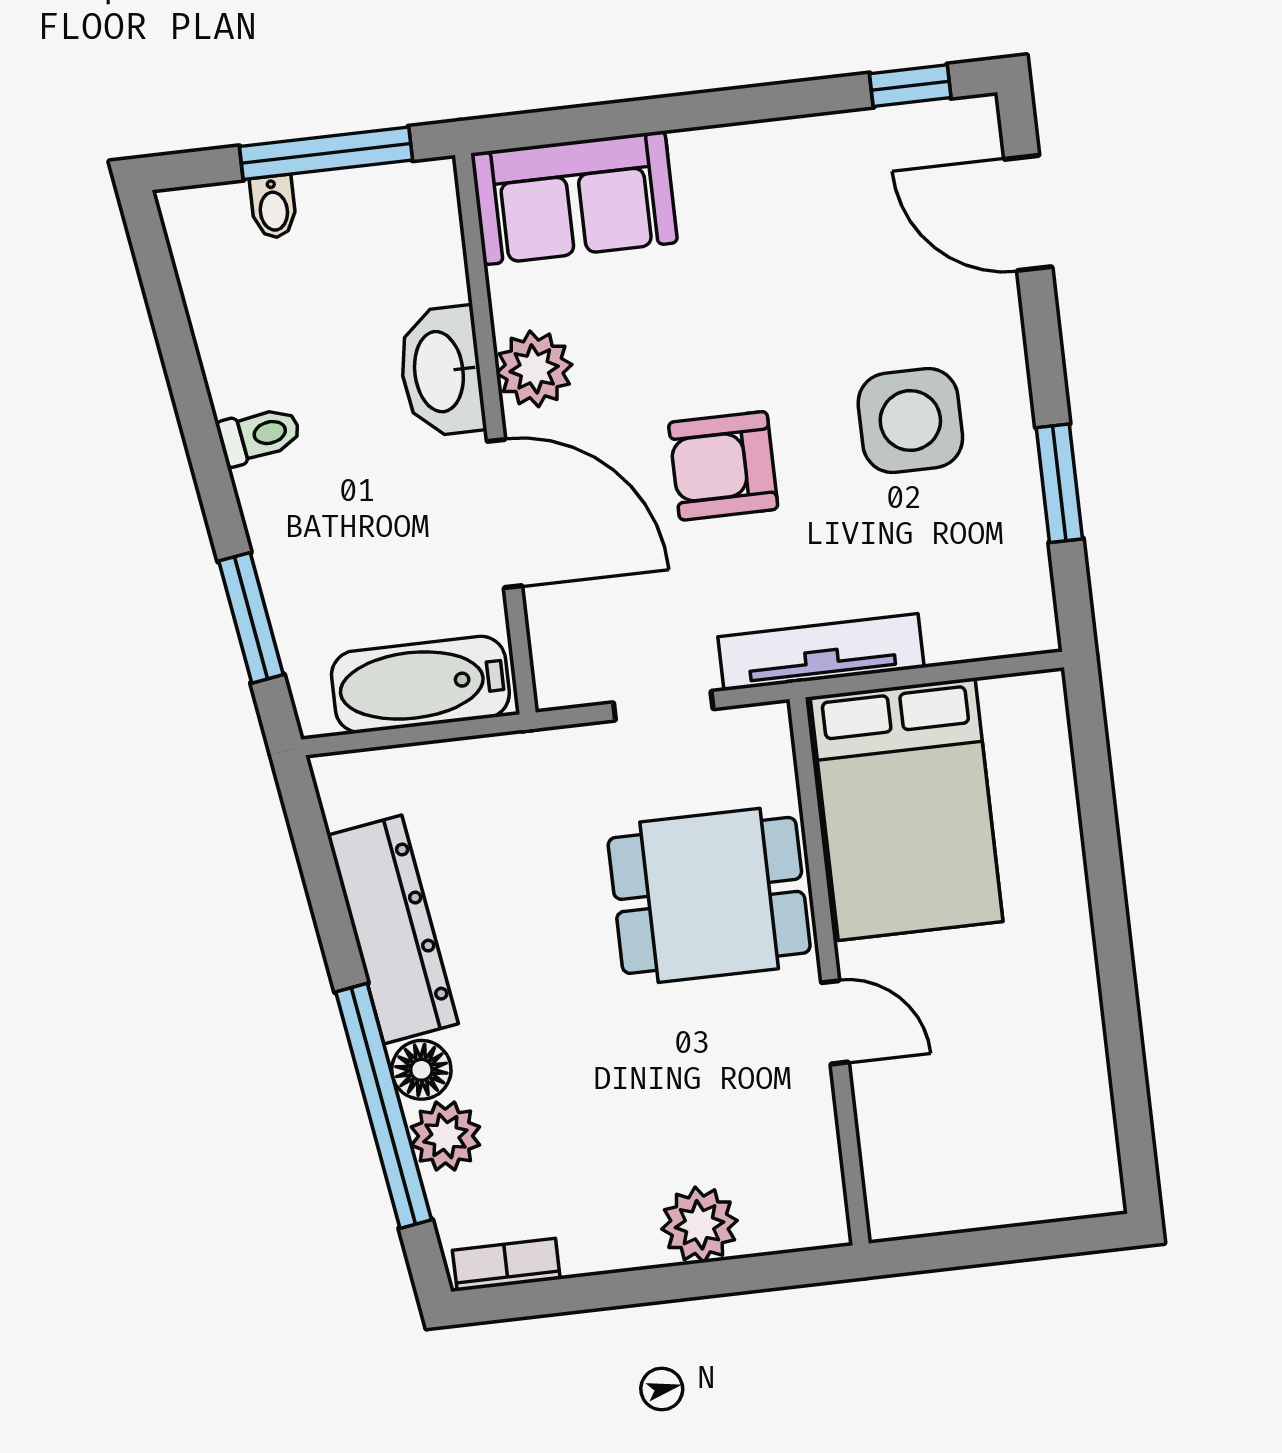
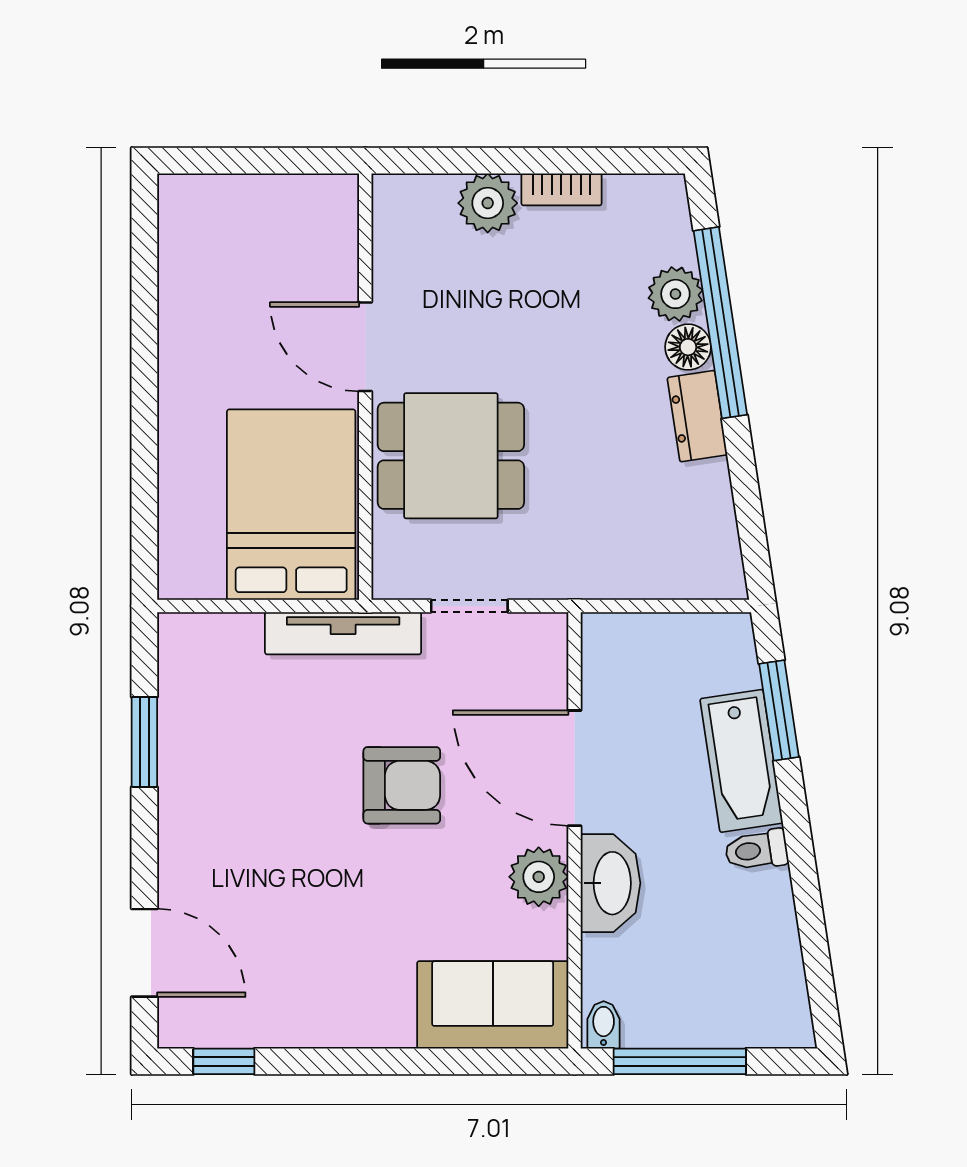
bidet: (273, 207) -> (604, 1025), moved
side table: (910, 420) -> (254, 804), removed
bathtub: (420, 684) -> (741, 761), moved, turned 81
dresser: (393, 929) -> (697, 416), width x0.51, depth x0.80
door: (835, 1022) -> (365, 347), width x1.37
bookcase: (506, 1265) -> (561, 189), moved

